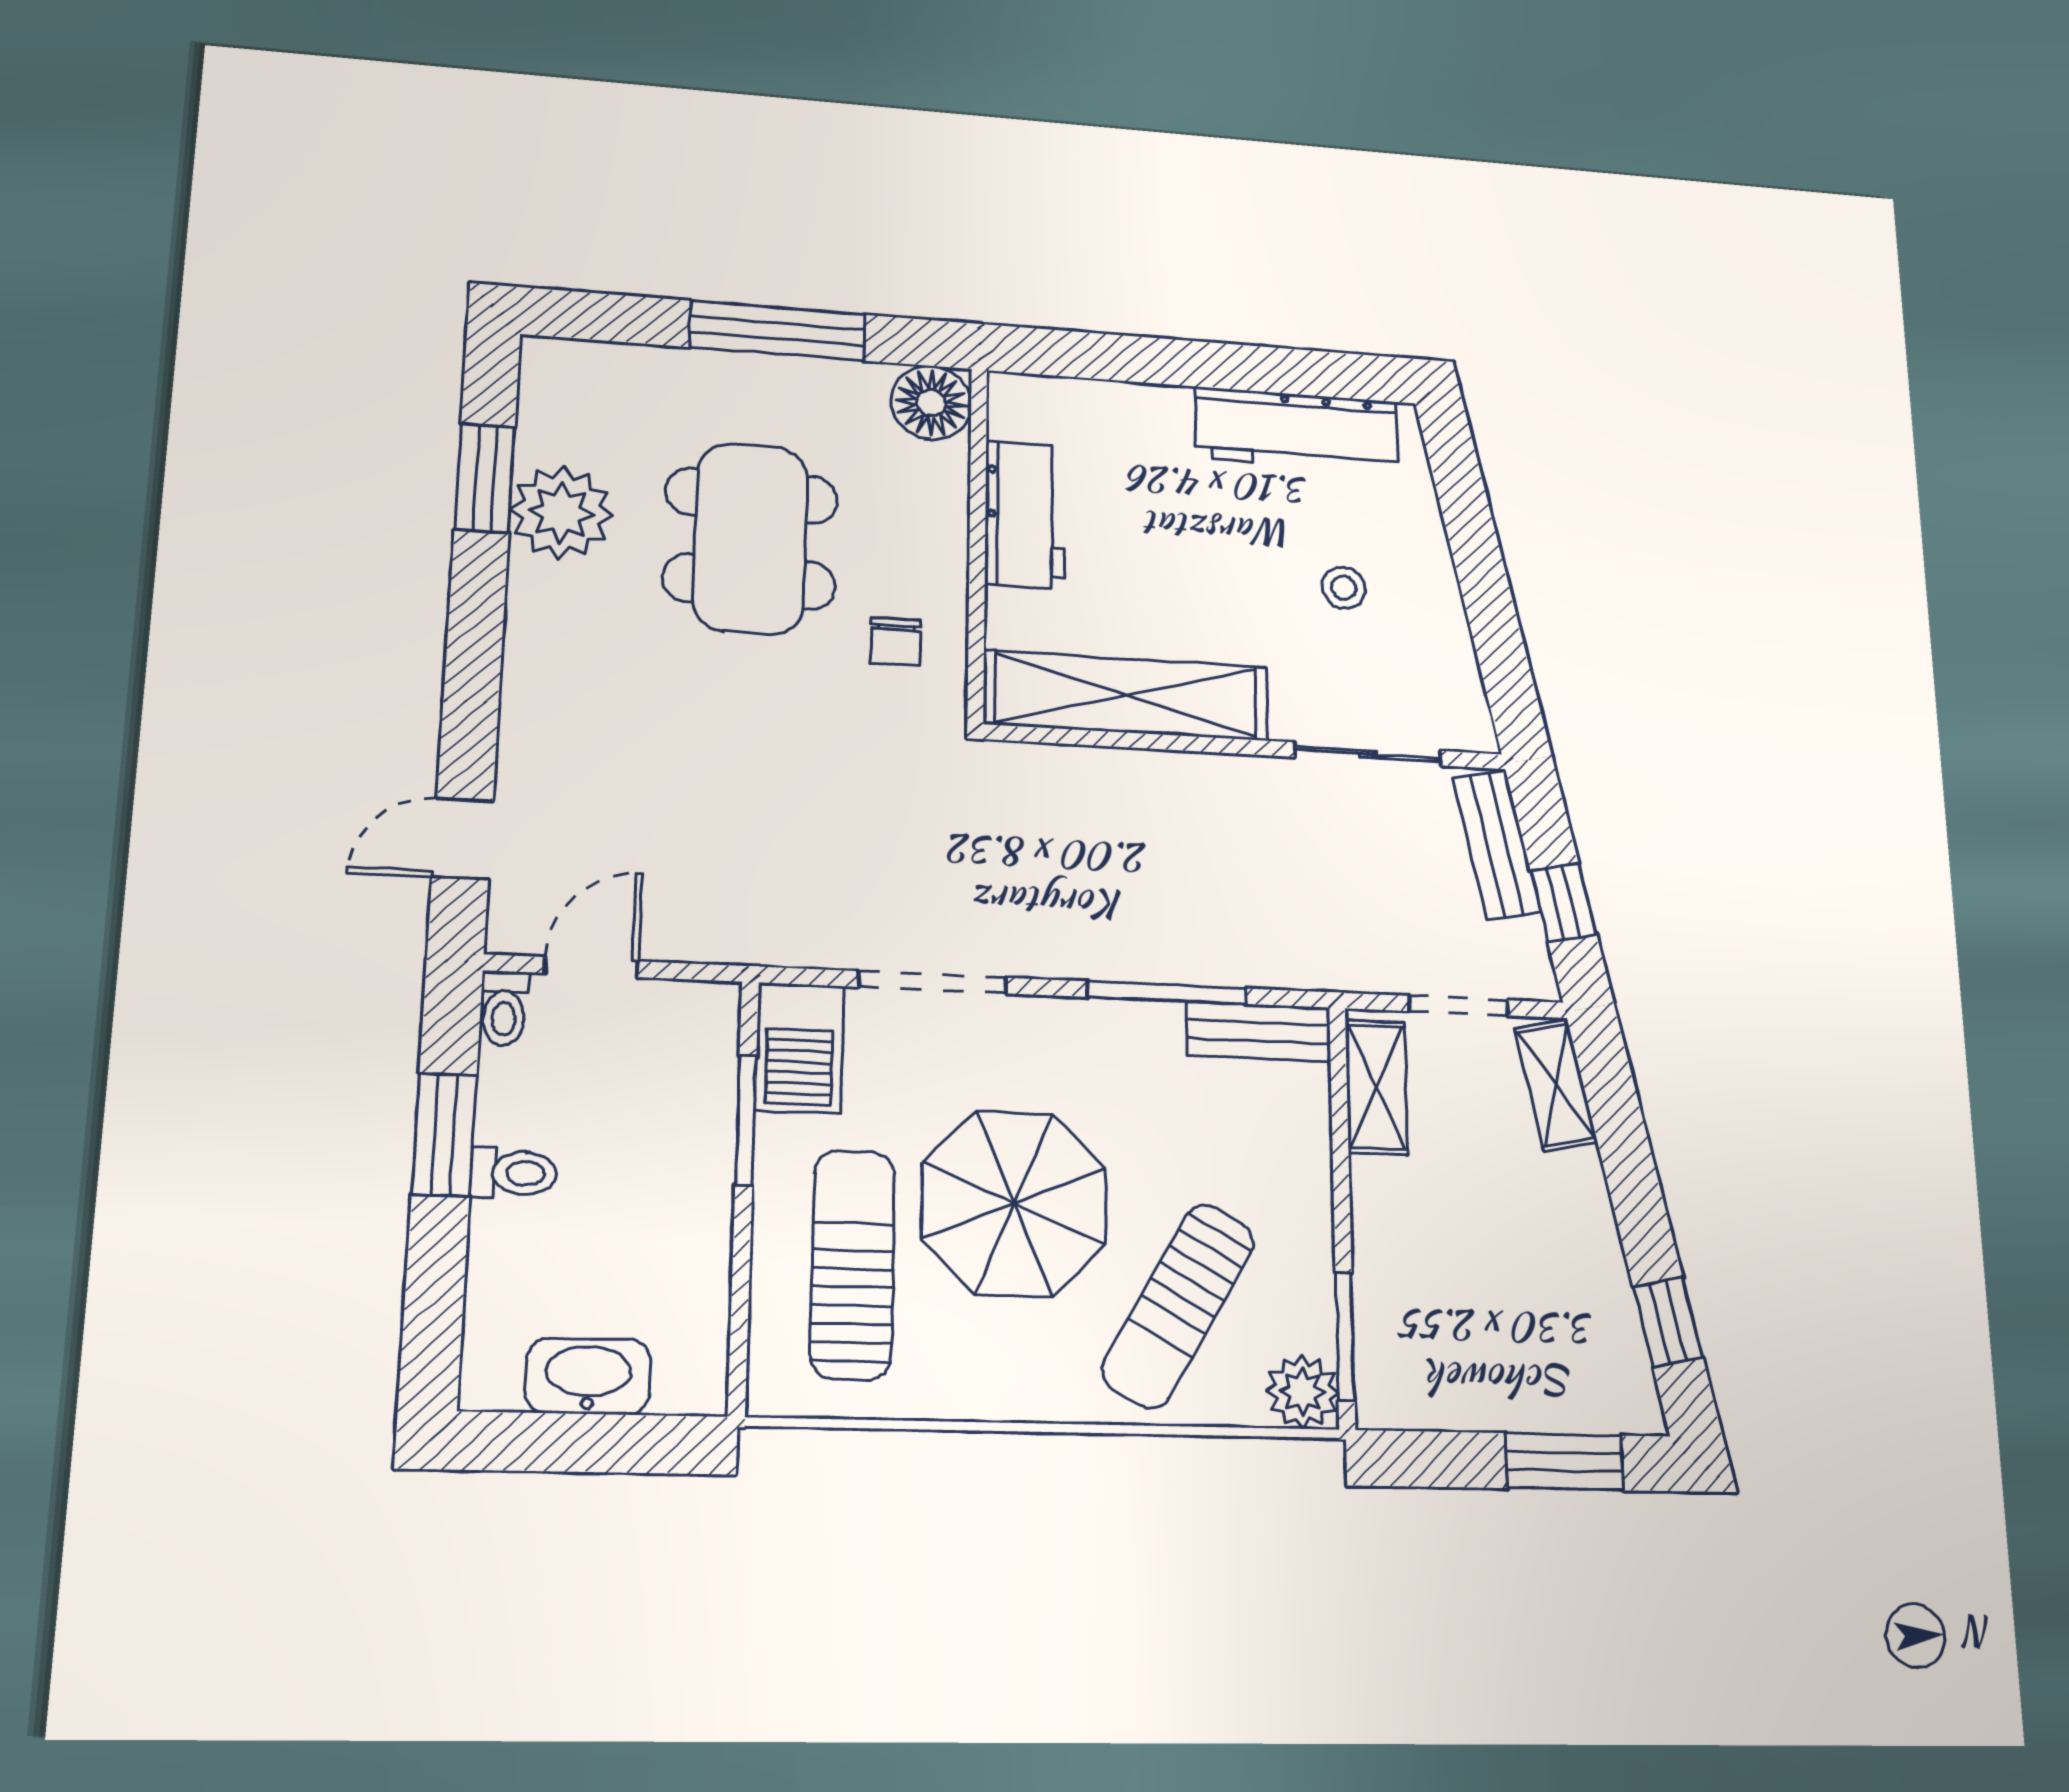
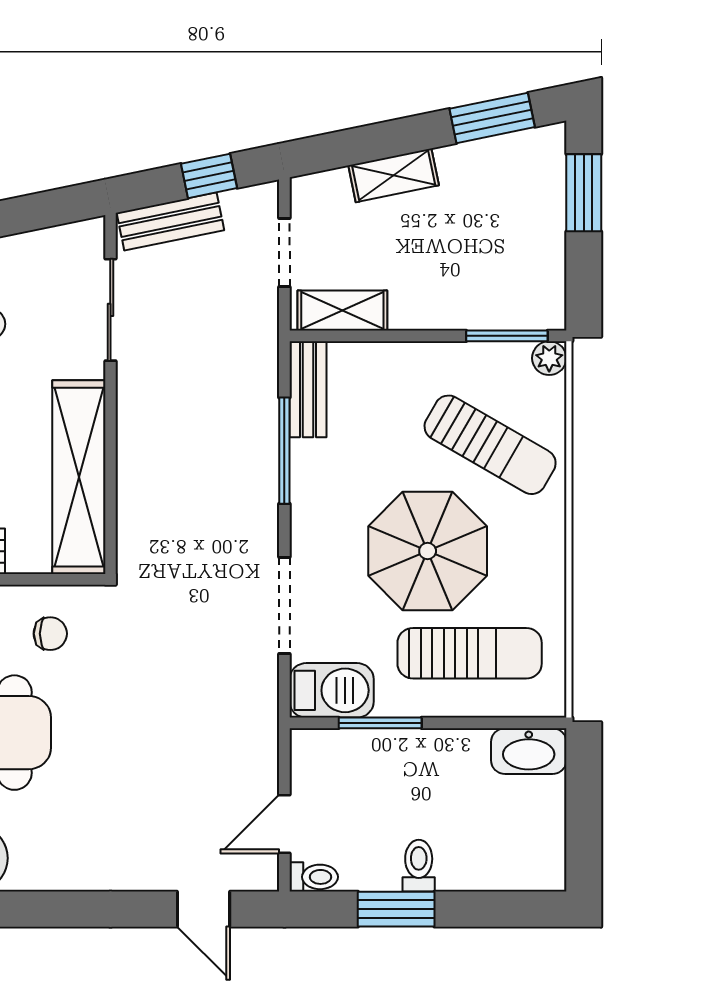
door: (591, 967) -> (284, 824), hinge flipped
shelving: (1556, 1085) -> (394, 175), moved
sun lounger: (853, 1264) -> (470, 653), turned 180
window: (1668, 1322) -> (492, 118), width x1.50
washbasin: (588, 1376) -> (529, 751), moved, turned -90
plant: (1303, 1392) -> (549, 358), width x0.73, depth x0.73

